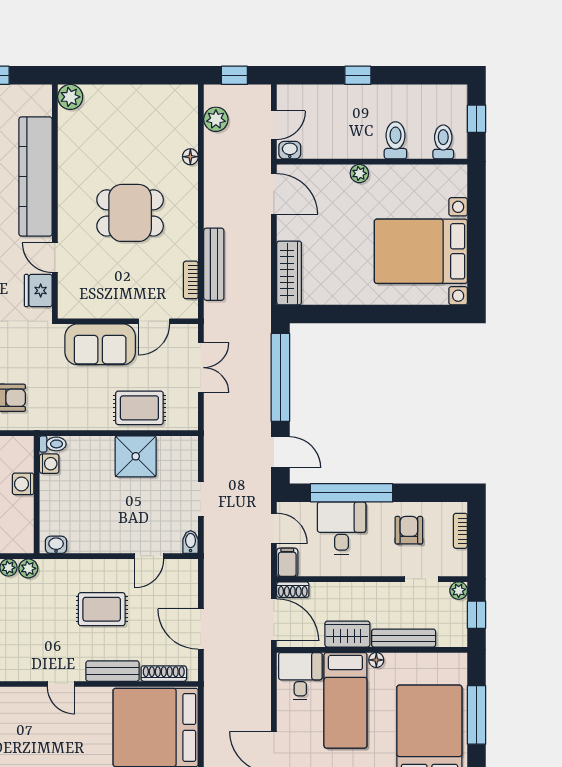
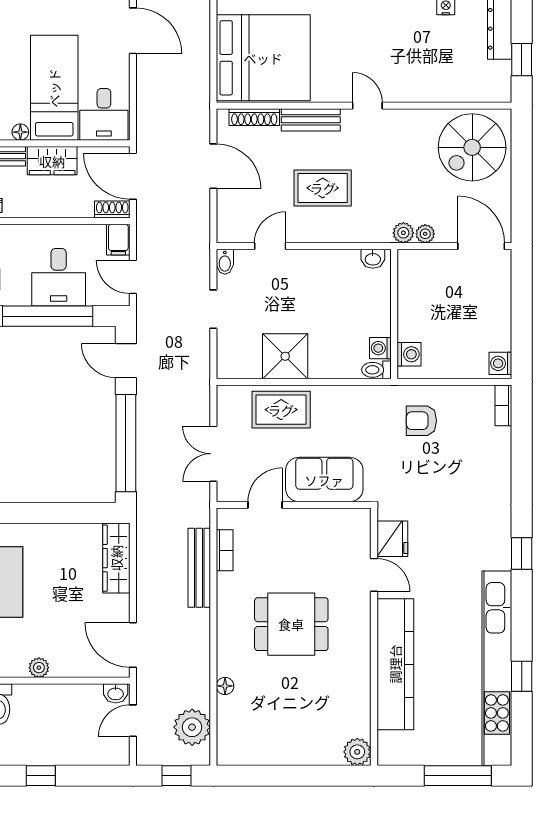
plant: (216, 119) -> (192, 727), width x1.36, depth x1.36
washing machine: (23, 484) -> (409, 354), moved

